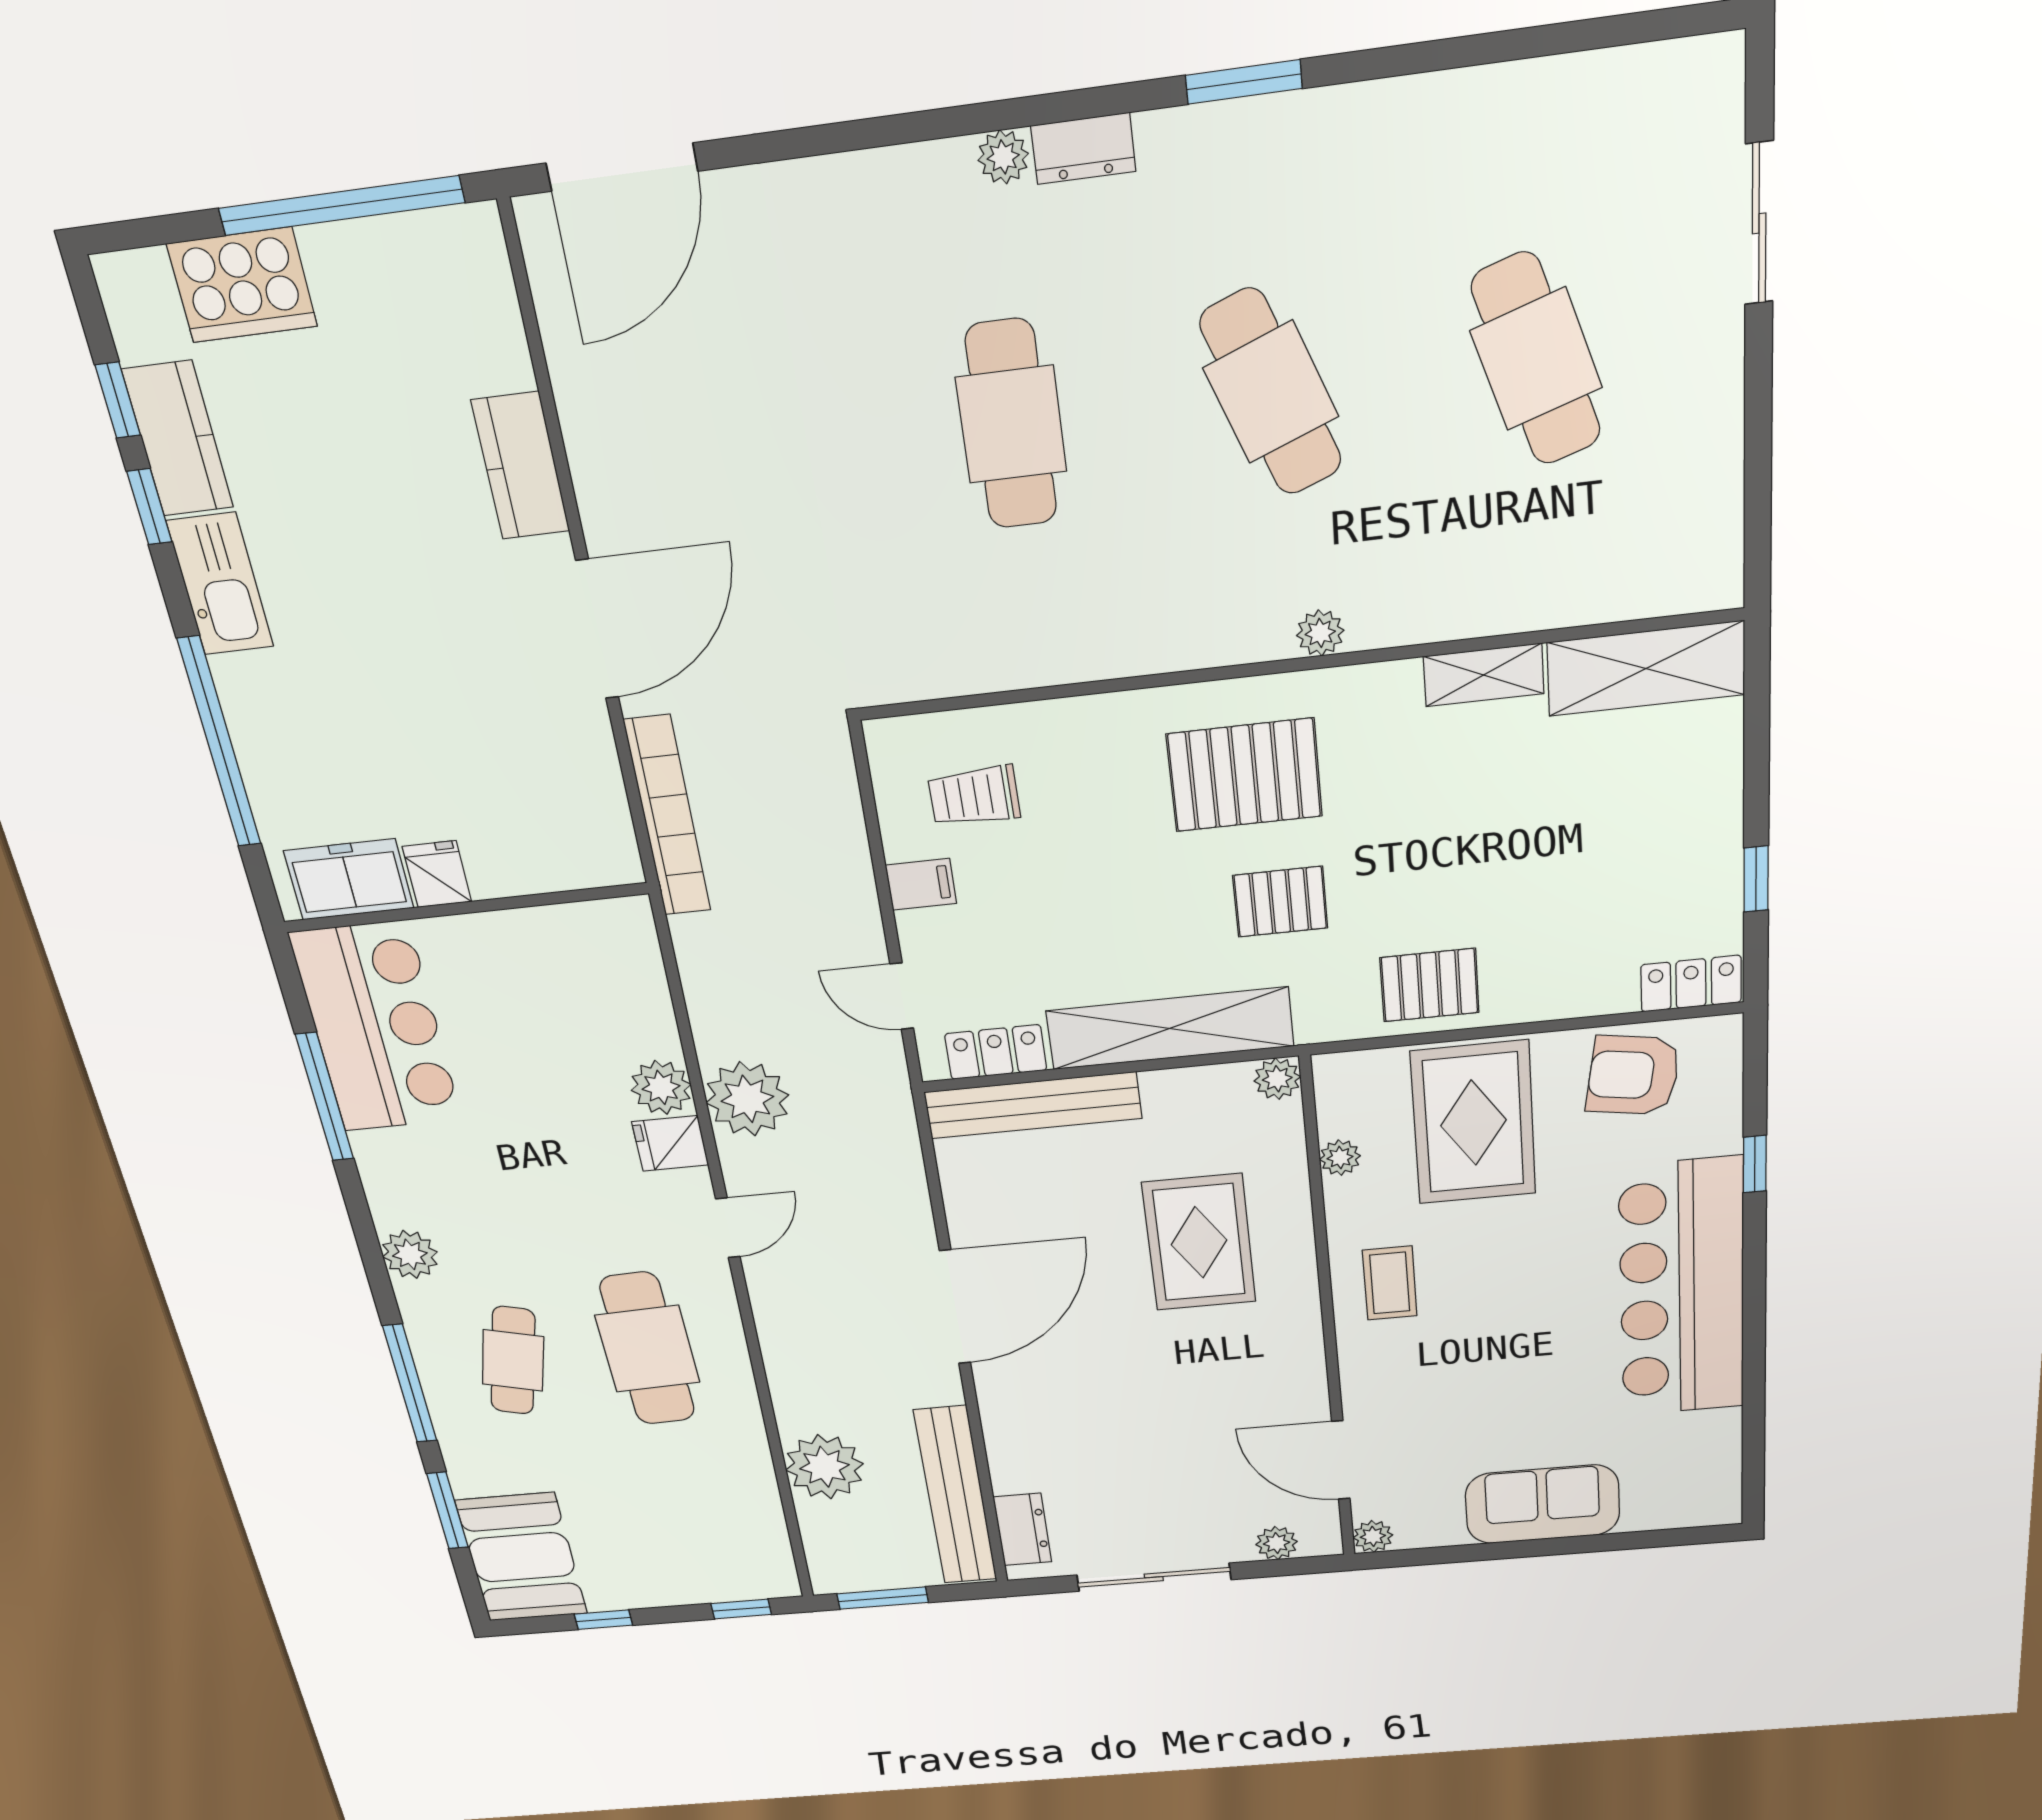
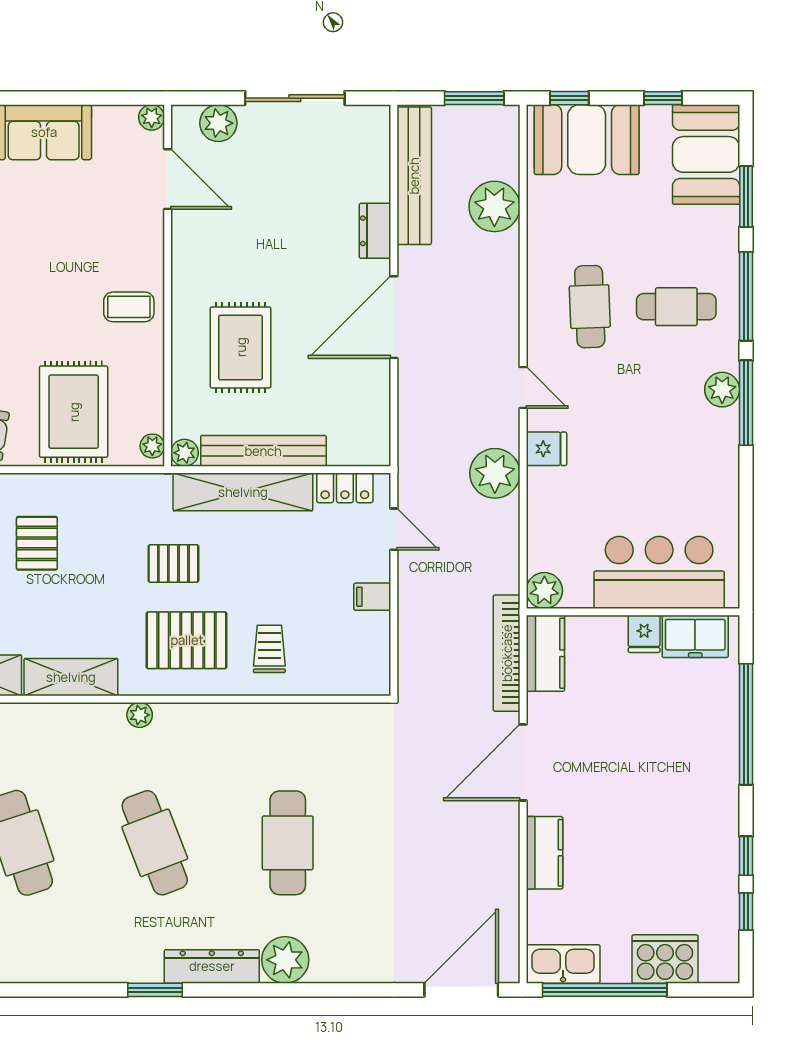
dresser: (1083, 148) -> (212, 966), width x1.96, depth x1.24
plant: (1003, 157) -> (285, 960), width x1.88, depth x1.88
kitchen counter: (178, 439) -> (545, 653), moved, turned 180
kitchen sink: (220, 584) -> (563, 964), moved, turned 90
shelving: (1484, 675) -> (71, 677), width x1.50, depth x1.33
trolley: (974, 796) -> (269, 649), moved, turned -89
pallet: (1430, 985) -> (37, 543), moved, turned 90
bar counter: (376, 1027) -> (659, 572), moved, turned 90
plant: (661, 1087) -> (544, 591), moved
window: (325, 1097) -> (746, 403), moved
bench: (1033, 1105) -> (263, 451), moved
plant: (1340, 1158) -> (152, 446), moved
door: (728, 1228) -> (523, 388), swing flipped
coffee table: (1390, 1283) -> (129, 307), turned 90
cafe table: (647, 1349) -> (590, 307), width x0.73, depth x0.74
cafe table: (513, 1360) -> (676, 307), turned 76
dresser: (1022, 1529) -> (375, 231), moved
plant: (1277, 1543) -> (218, 123), width x1.38, depth x1.38
booth: (704, 1561) -> (587, 140), added

